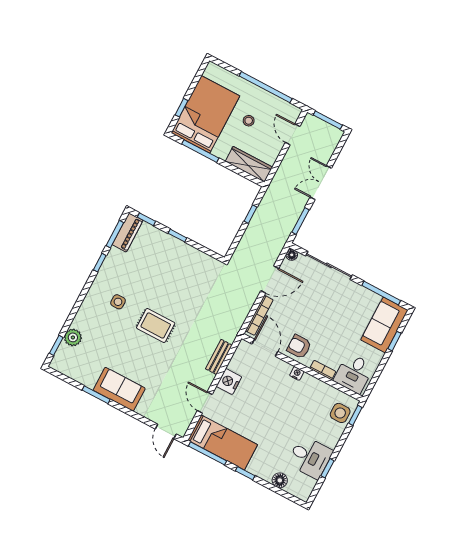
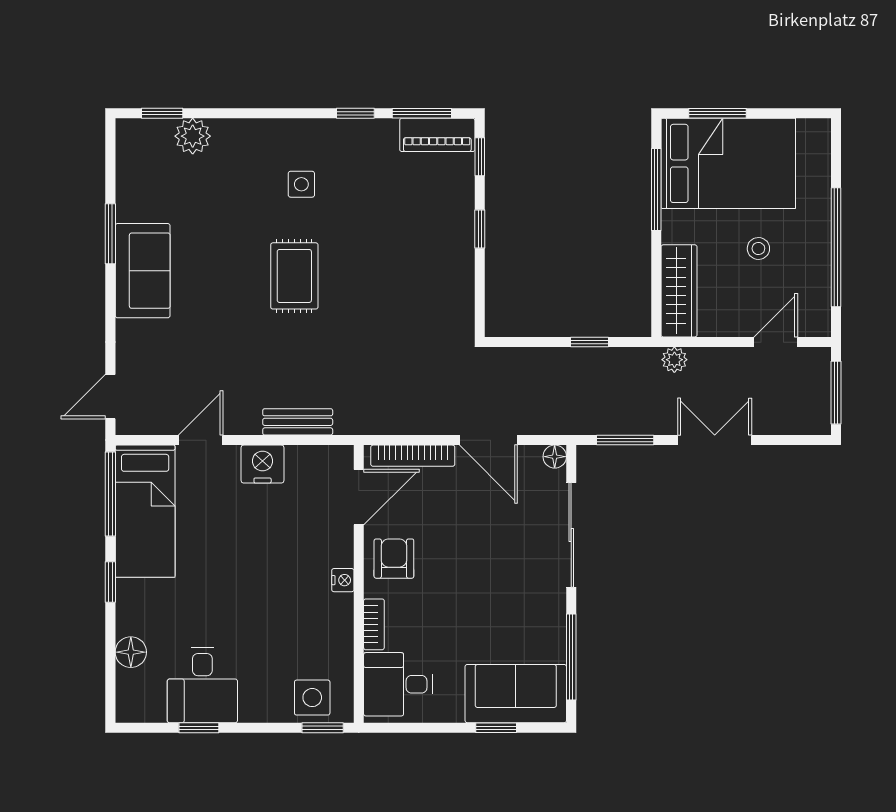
window: (182, 108) -> (717, 113), width x1.50
plant: (277, 182) -> (674, 360), added

